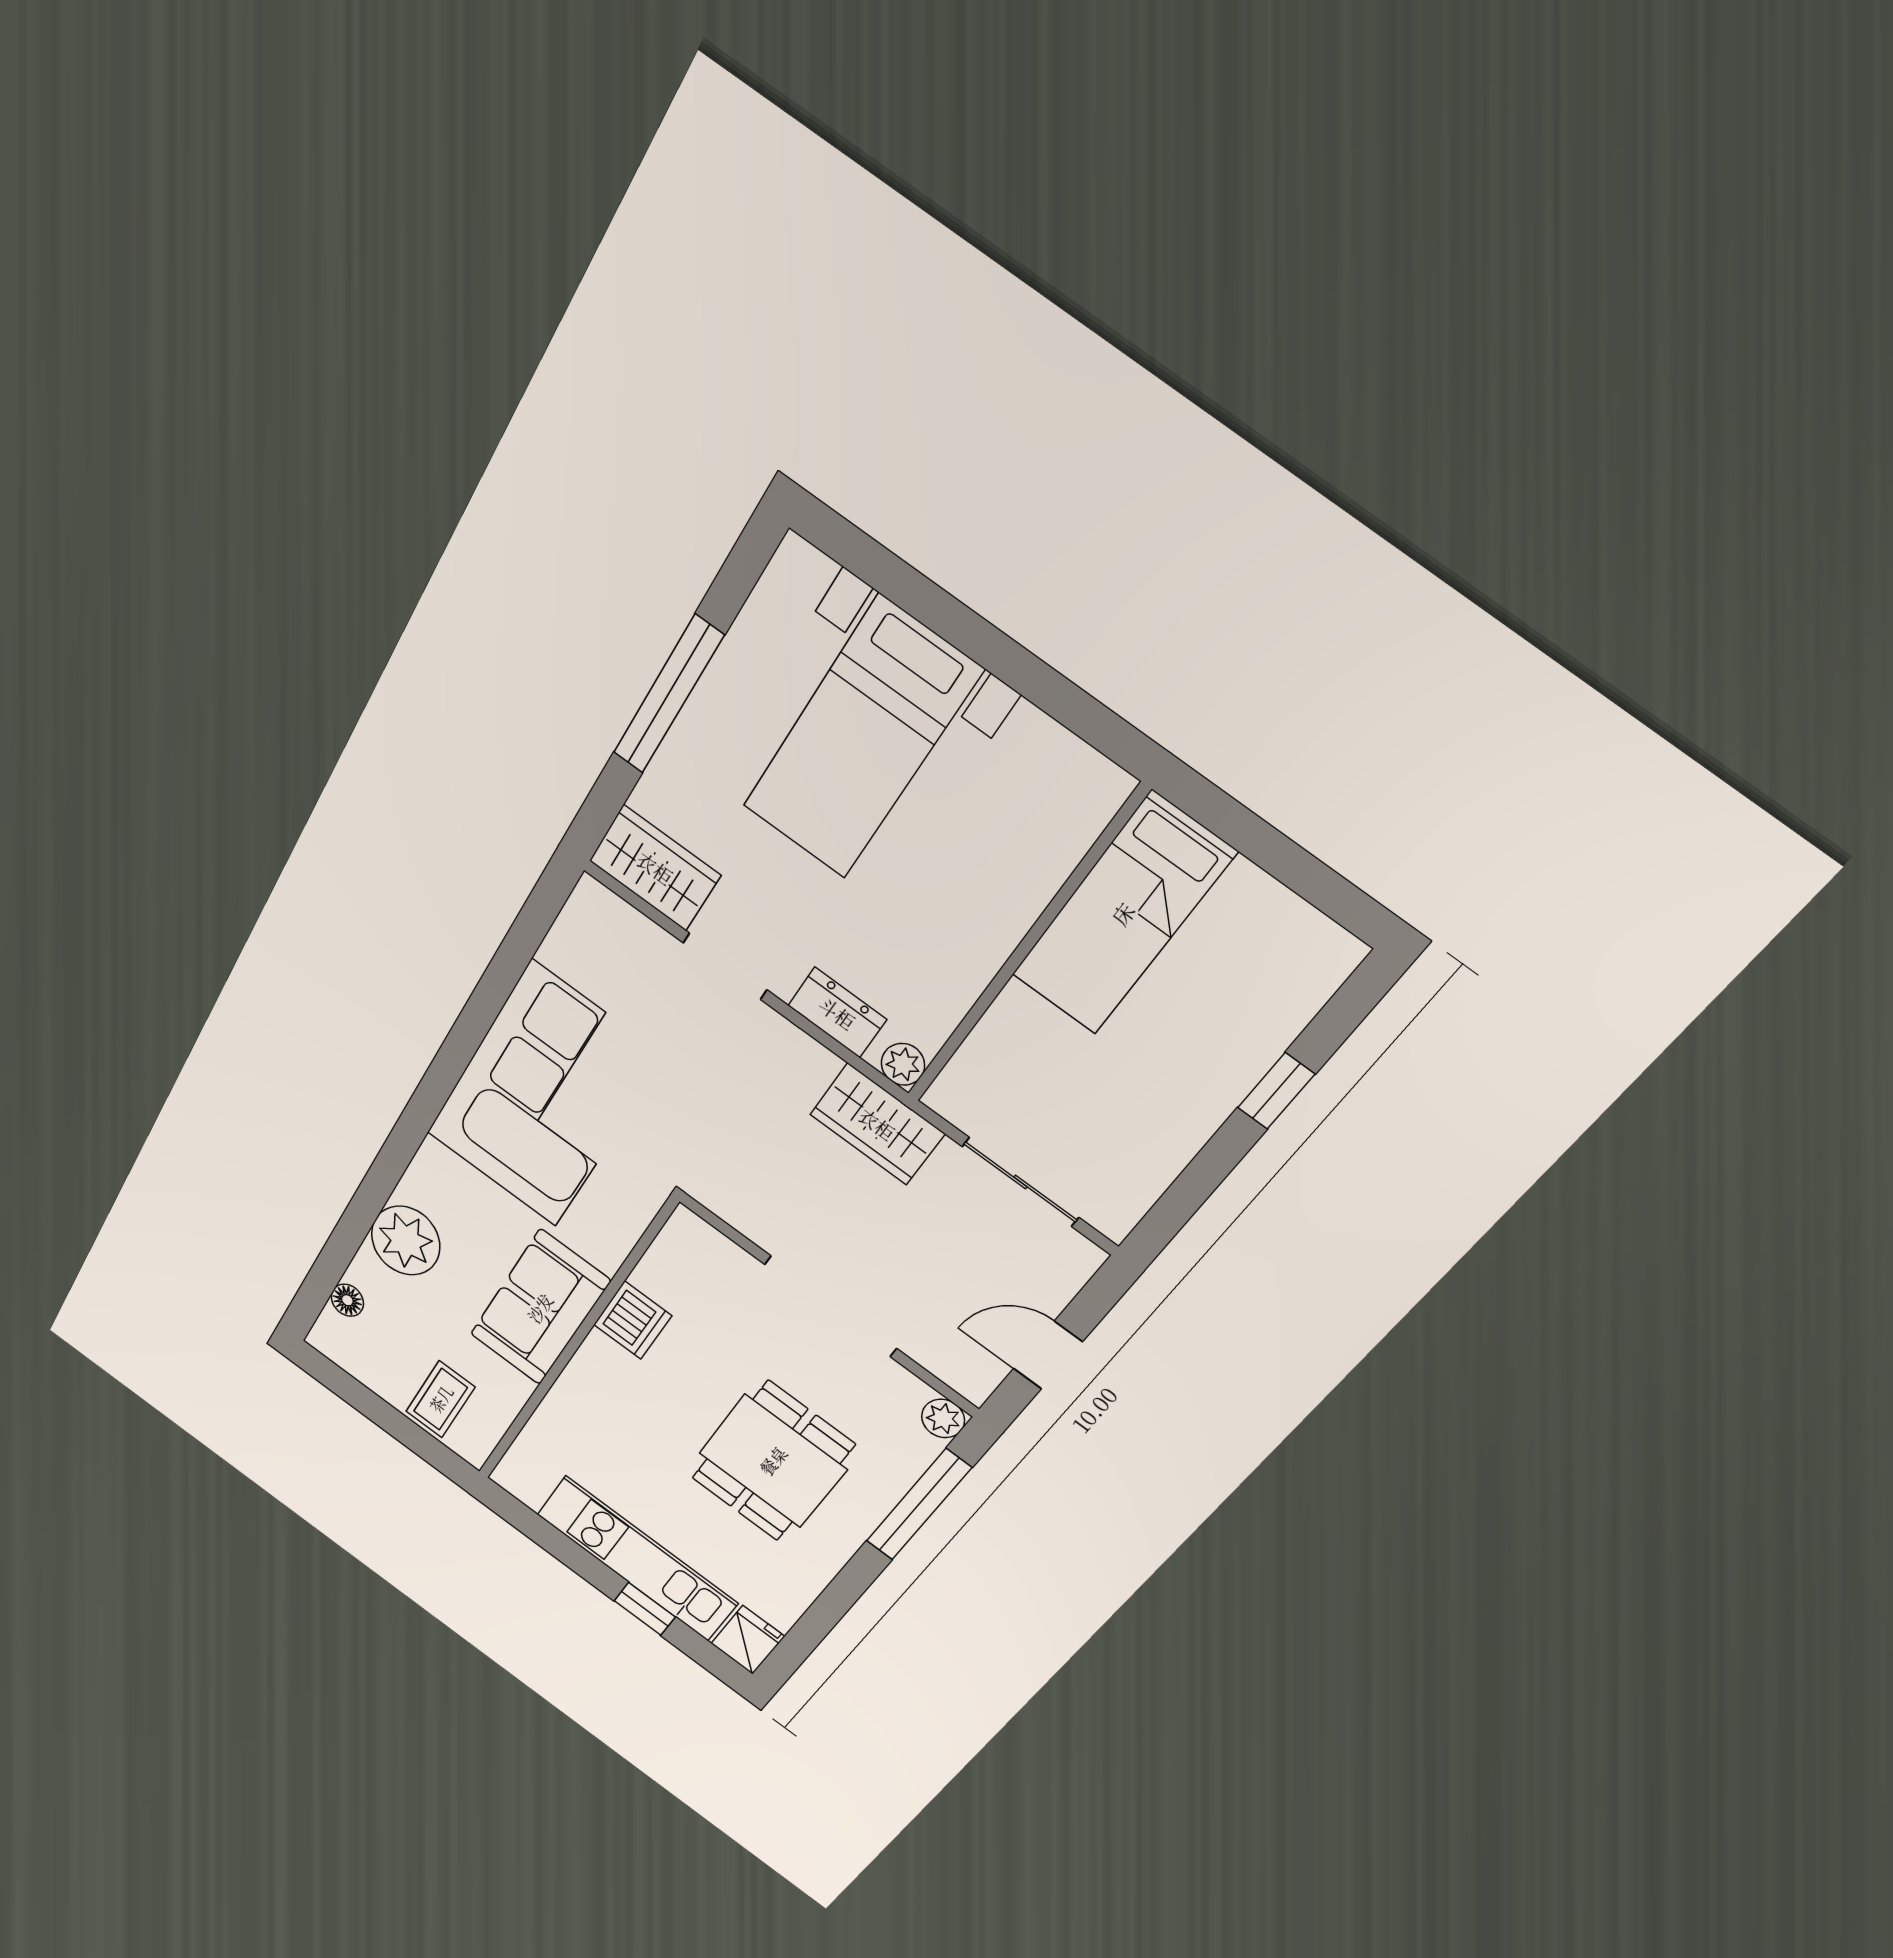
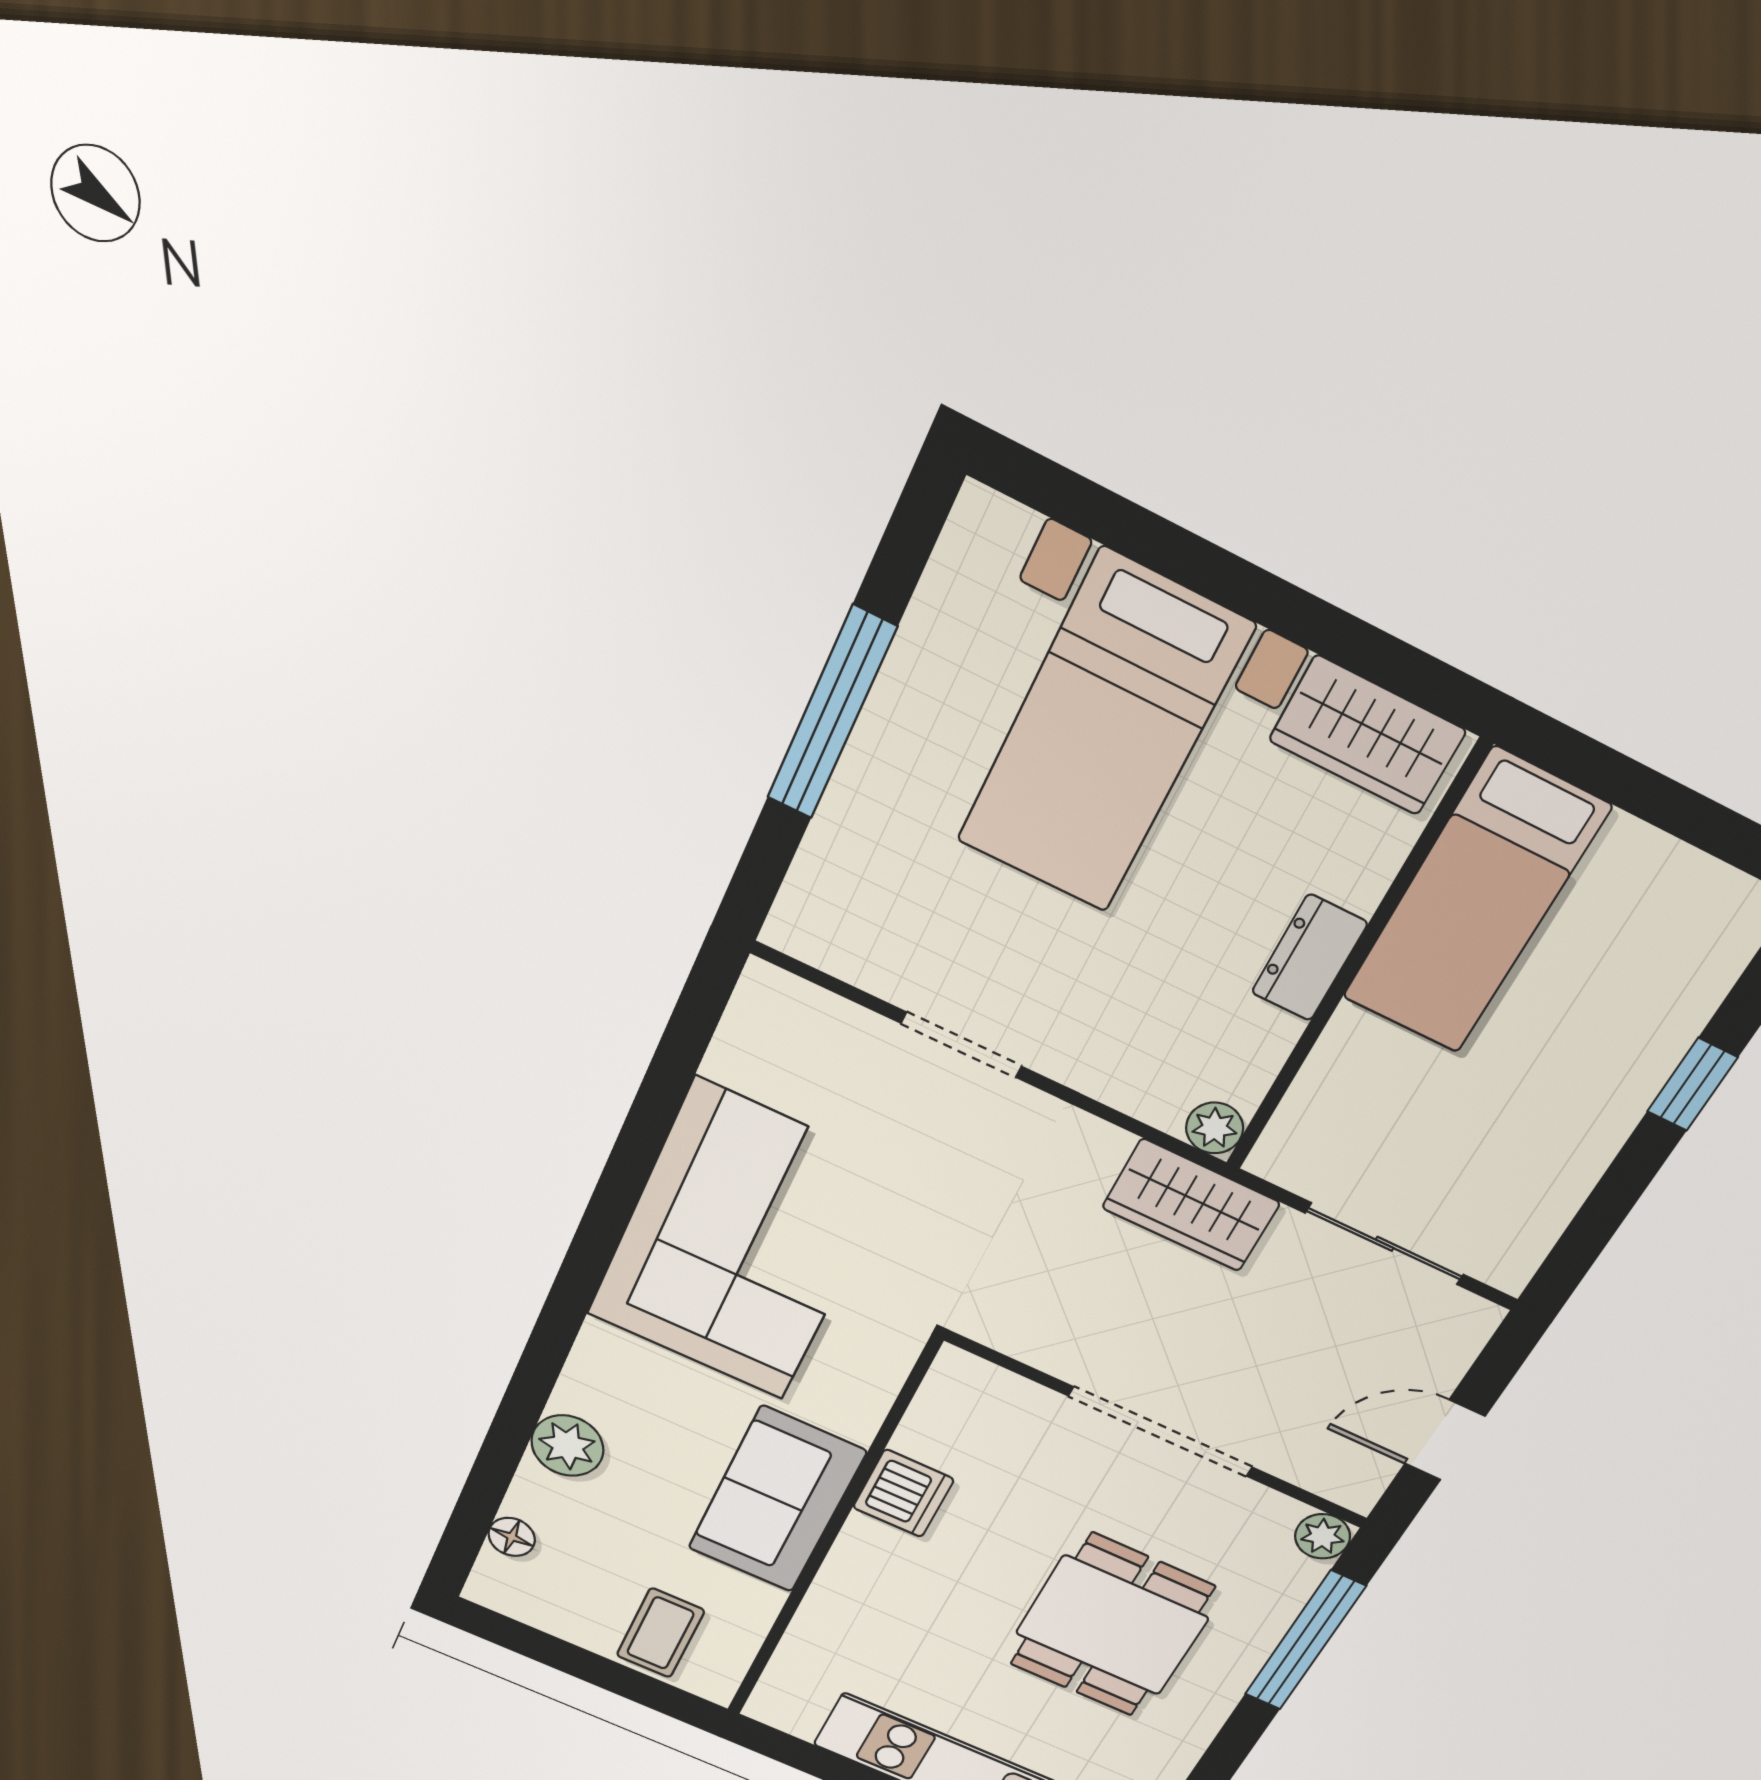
wardrobe: (655, 868) -> (1367, 735), moved, turned 180
dresser: (837, 1013) -> (1309, 958), moved, turned -90
plant: (406, 1241) -> (567, 1446), width x0.73, depth x0.73

